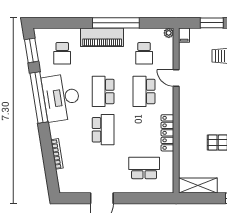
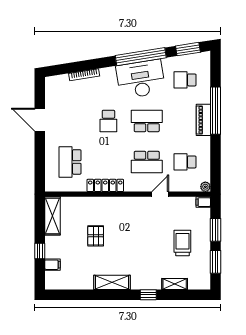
window: (116, 23) -> (215, 111), moved
piano: (102, 37) -> (203, 120), width x0.73, depth x0.75
school desk: (144, 91) -> (147, 162), turned 180
school desk: (103, 130) -> (108, 121), width x0.54
school desk: (144, 168) -> (70, 162), turned 180

